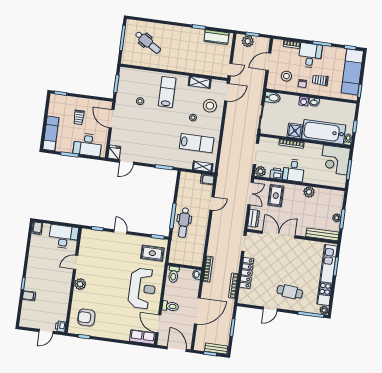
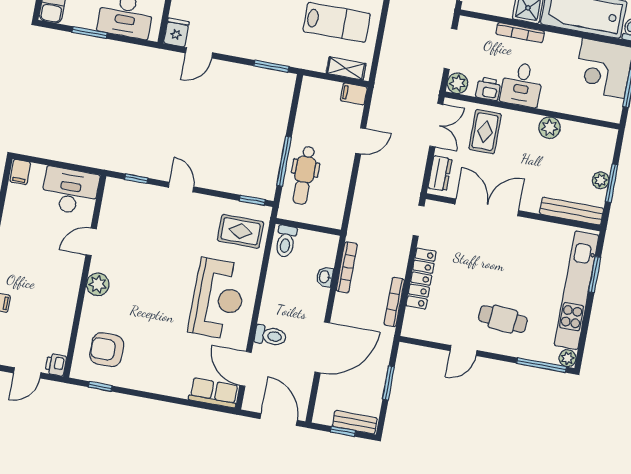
wall: (185, 266) -> (308, 227), moved
toilet: (174, 274) -> (286, 241), moved

